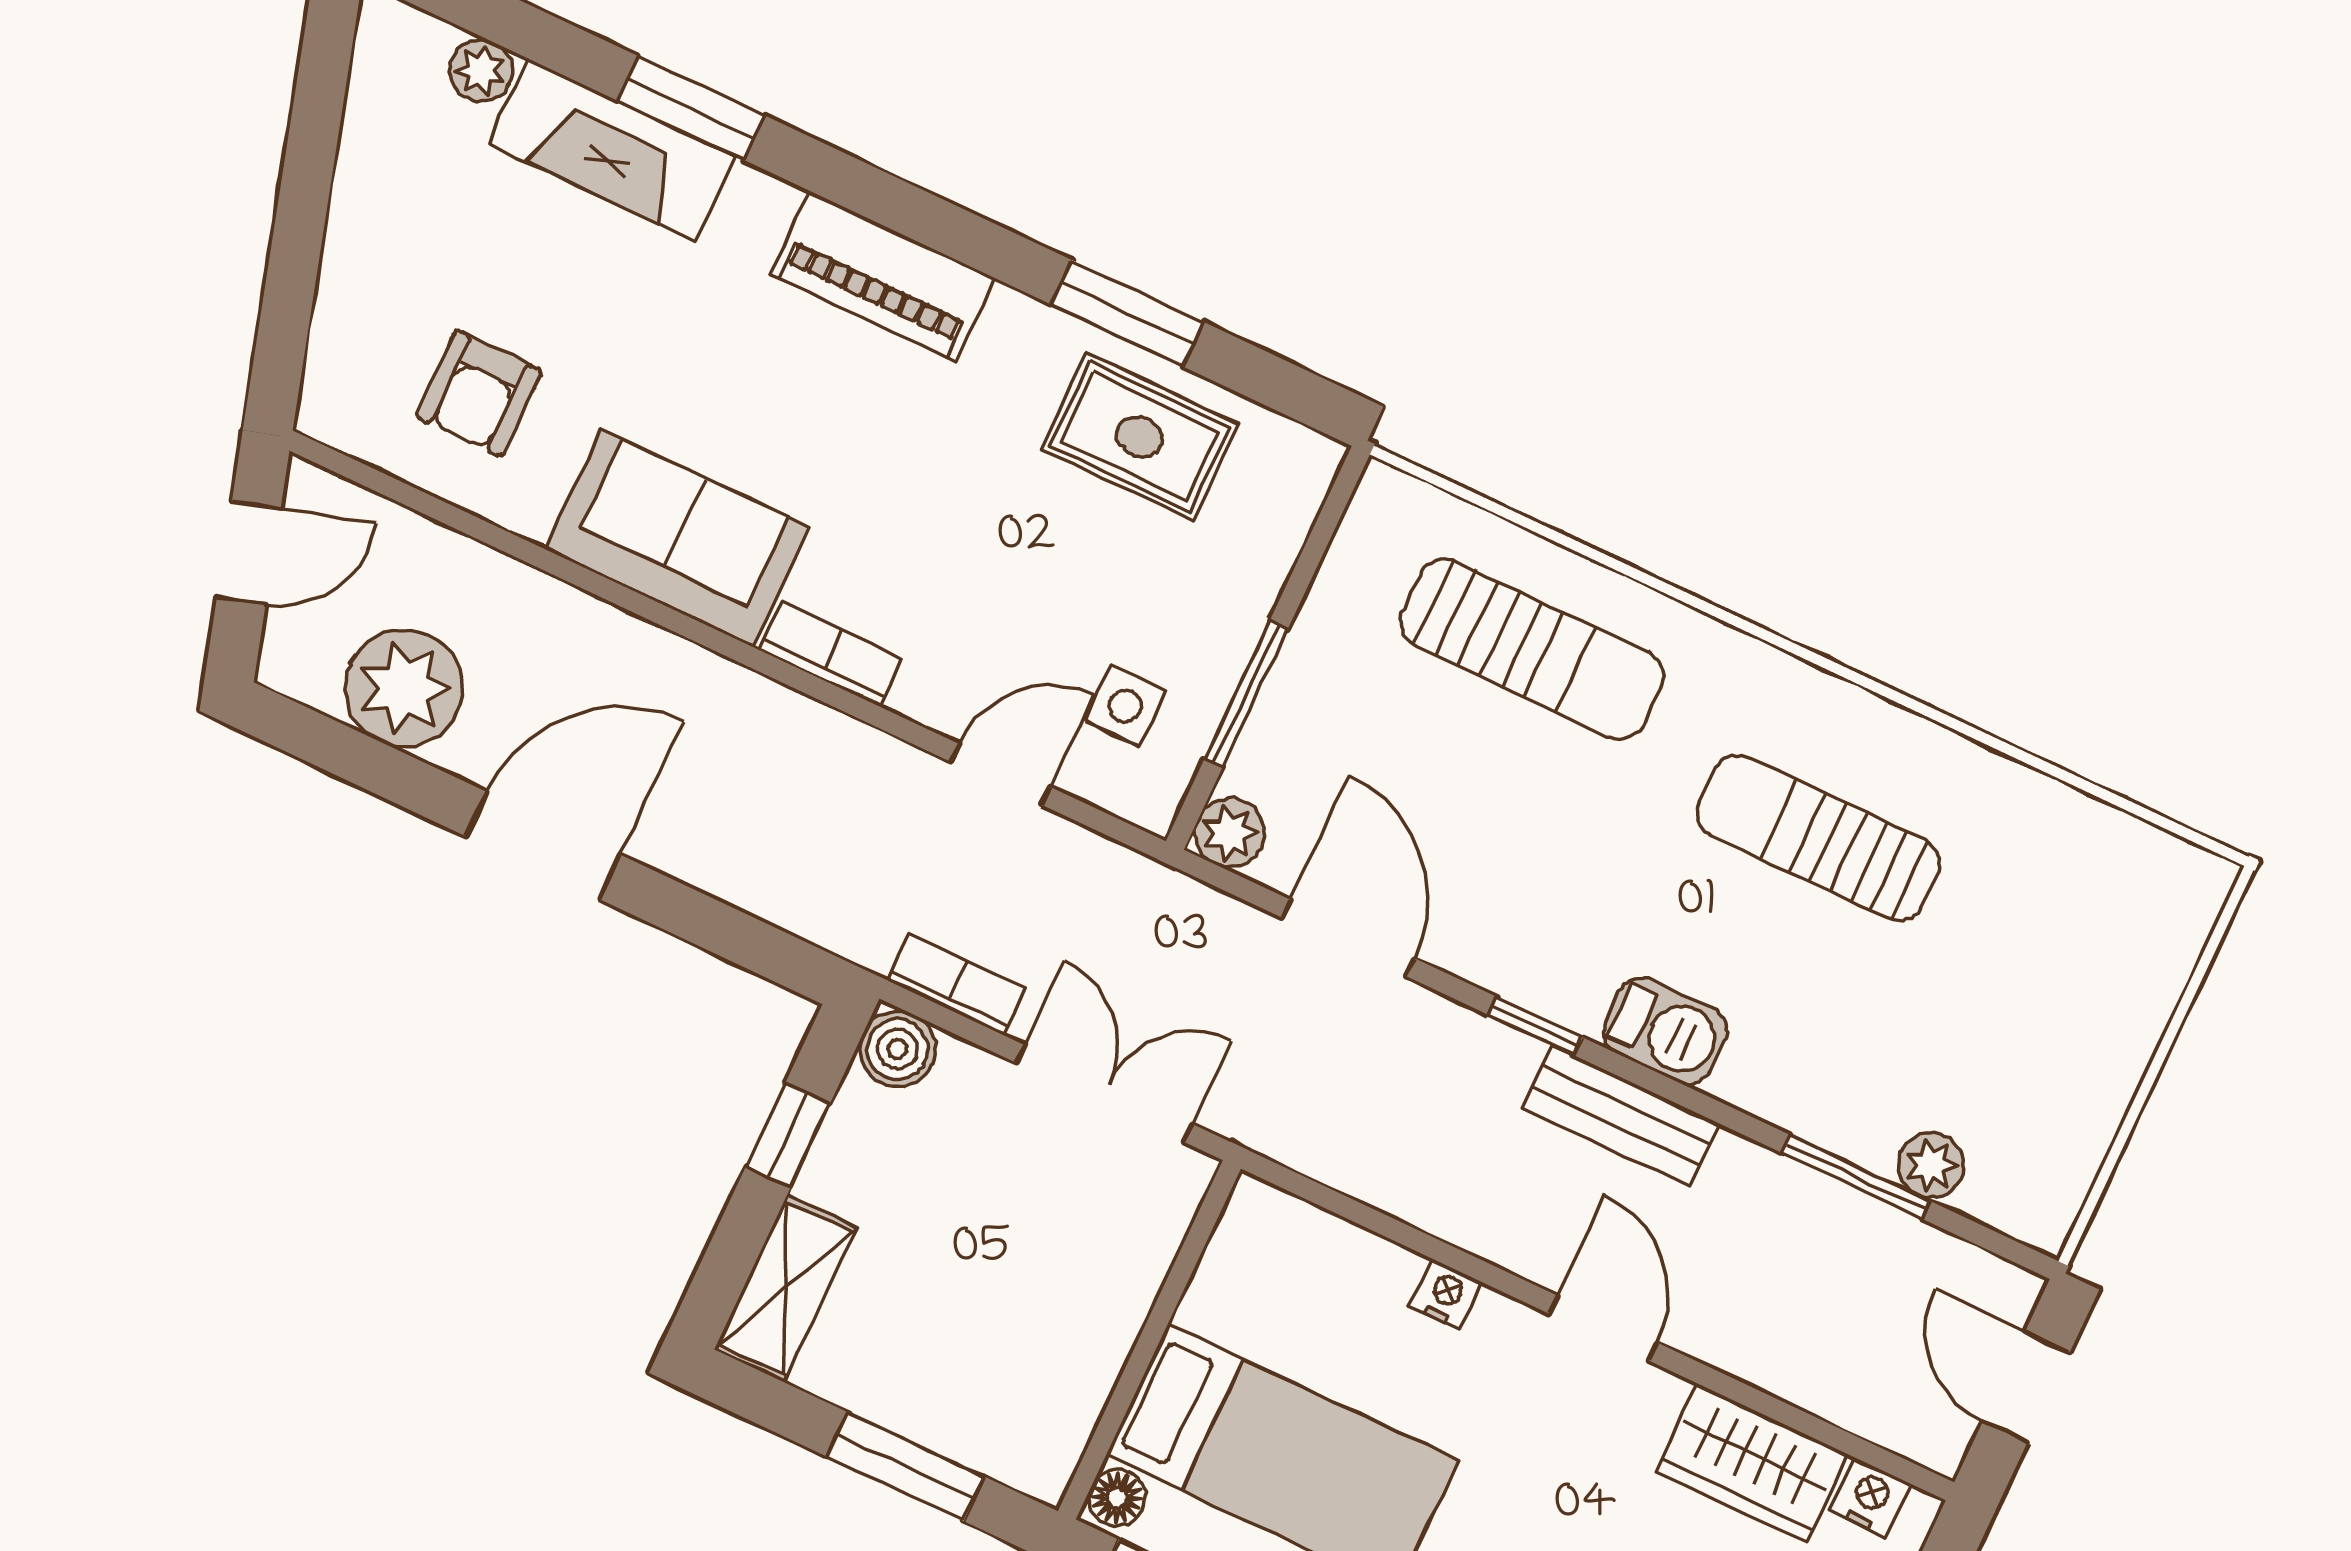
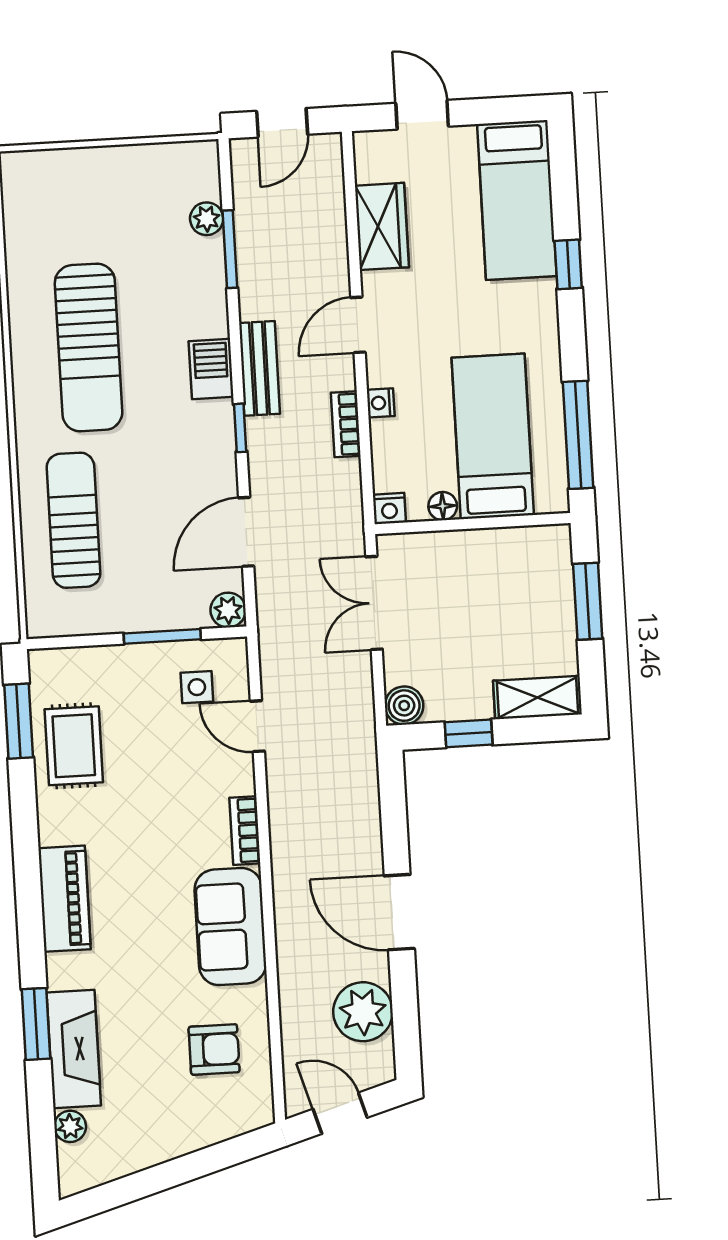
window: (1127, 313) -> (19, 721), moved
sun lounger: (1818, 838) -> (89, 347), width x1.36, depth x1.34
bookcase: (956, 985) -> (346, 424), moved
nightstand: (1870, 1497) -> (389, 509), moved, turned -90
floor lamp: (1117, 1498) -> (443, 506), moved

